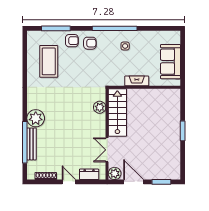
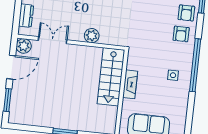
plant: (100, 107) -> (92, 36), moved
stairs: (117, 112) -> (111, 77), moved, turned 90

